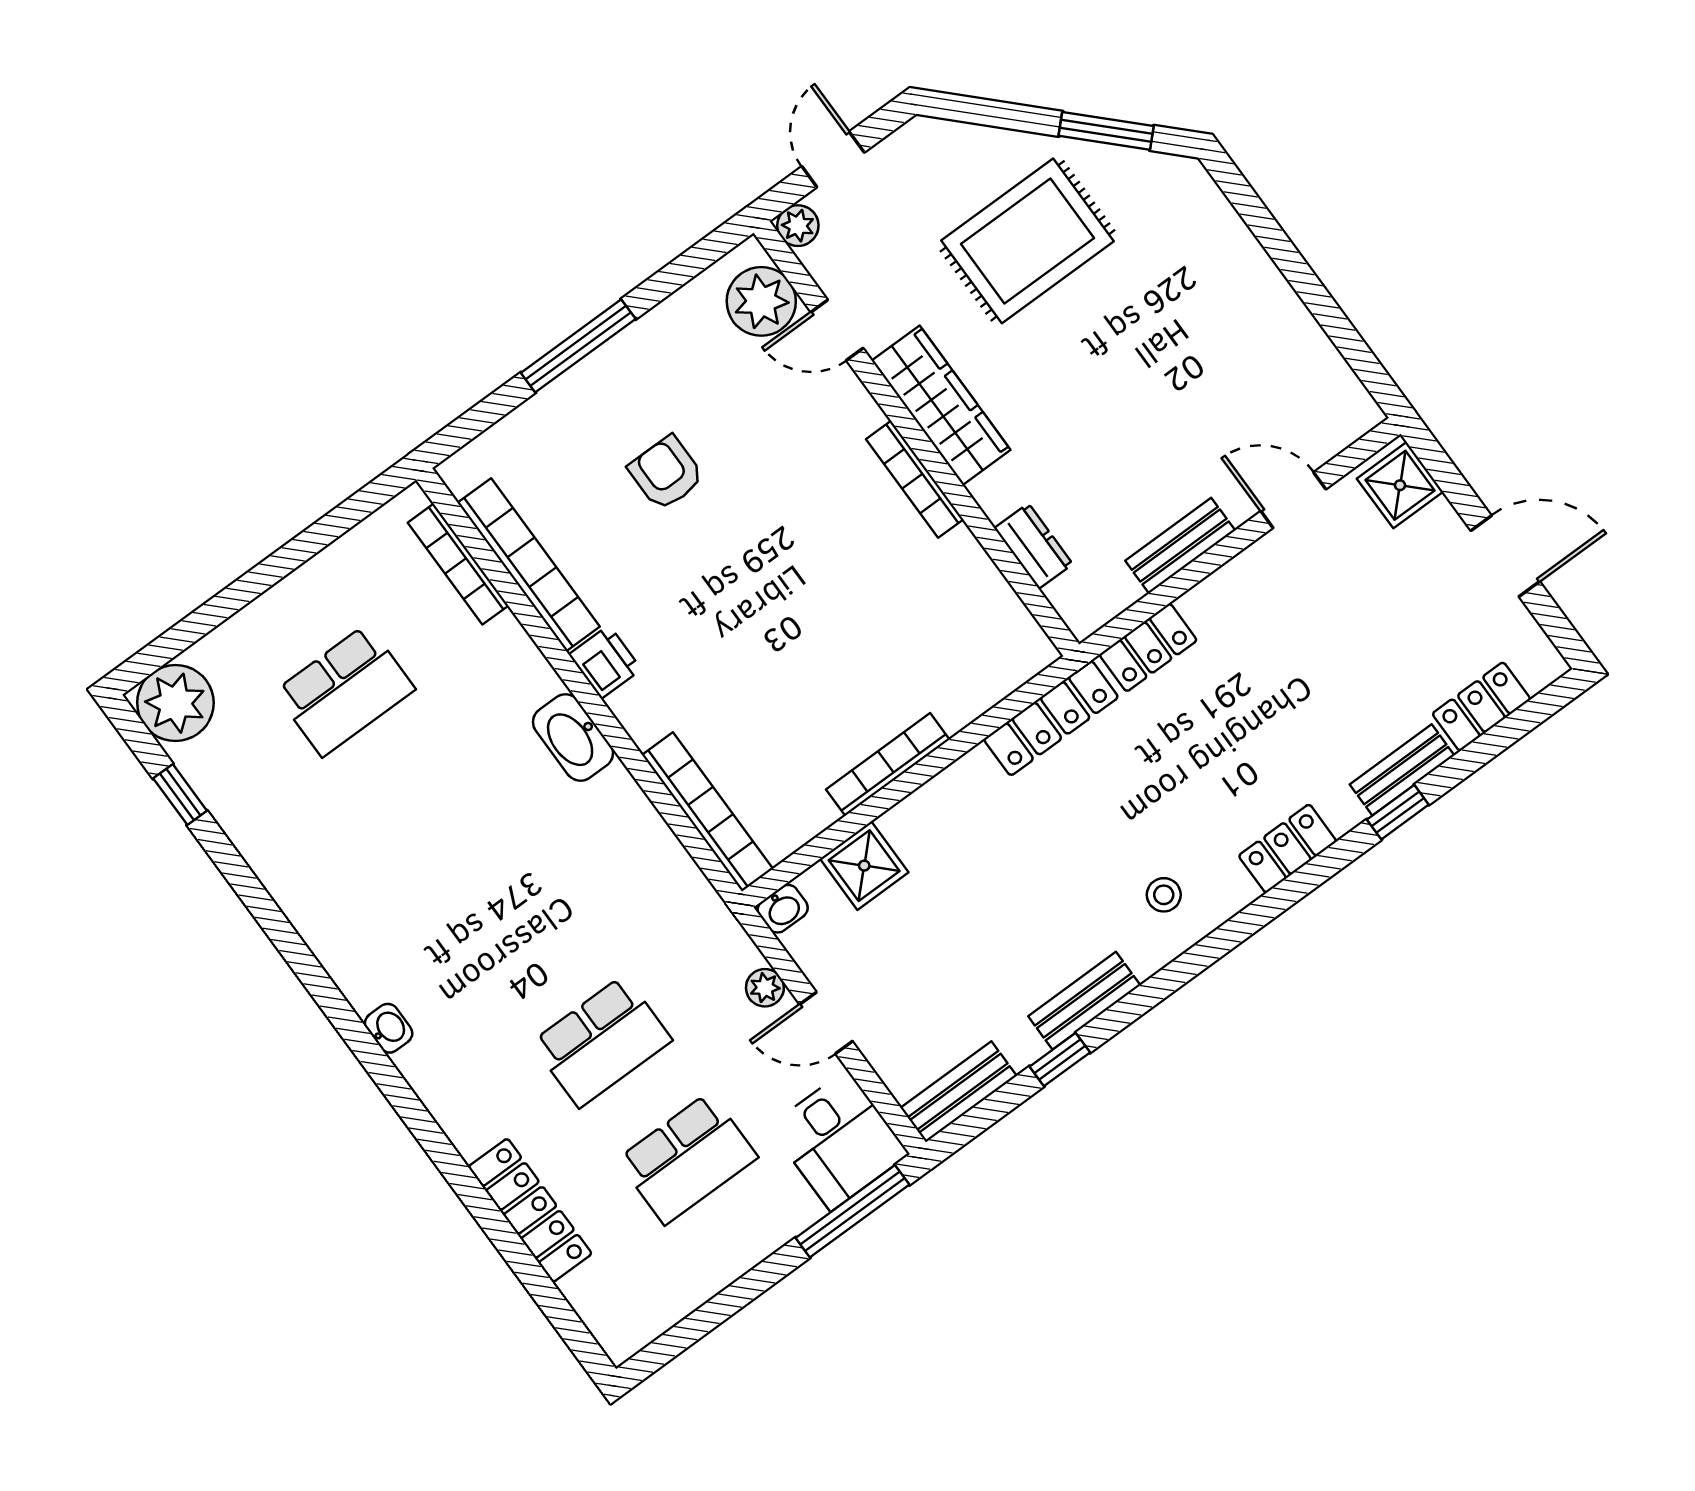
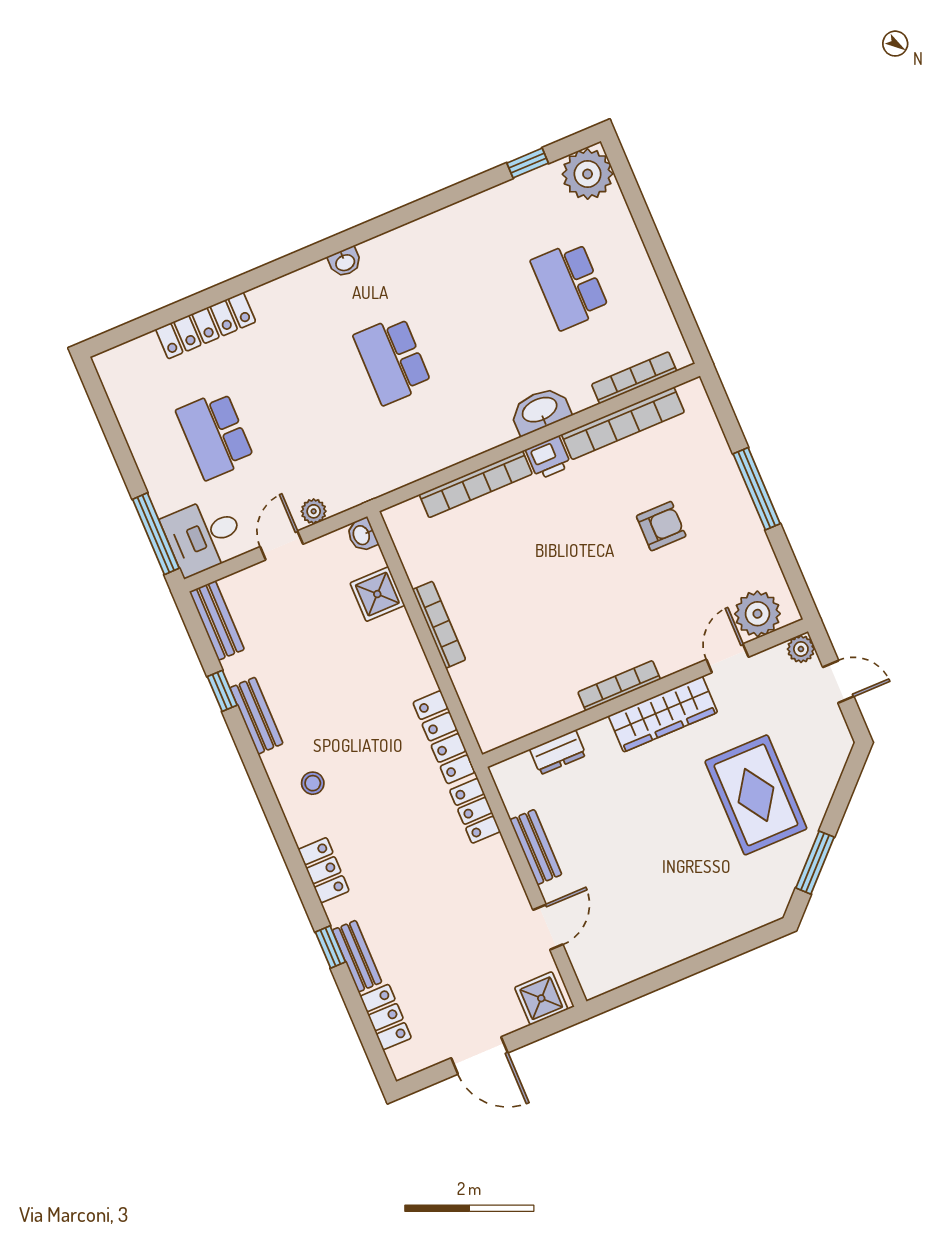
door: (1505, 556) -> (479, 1055), hinge flipped
washbasin: (573, 738) -> (540, 411), moved
bookcase: (707, 812) -> (476, 484), moved
school desk: (602, 1041) -> (393, 360), moved

